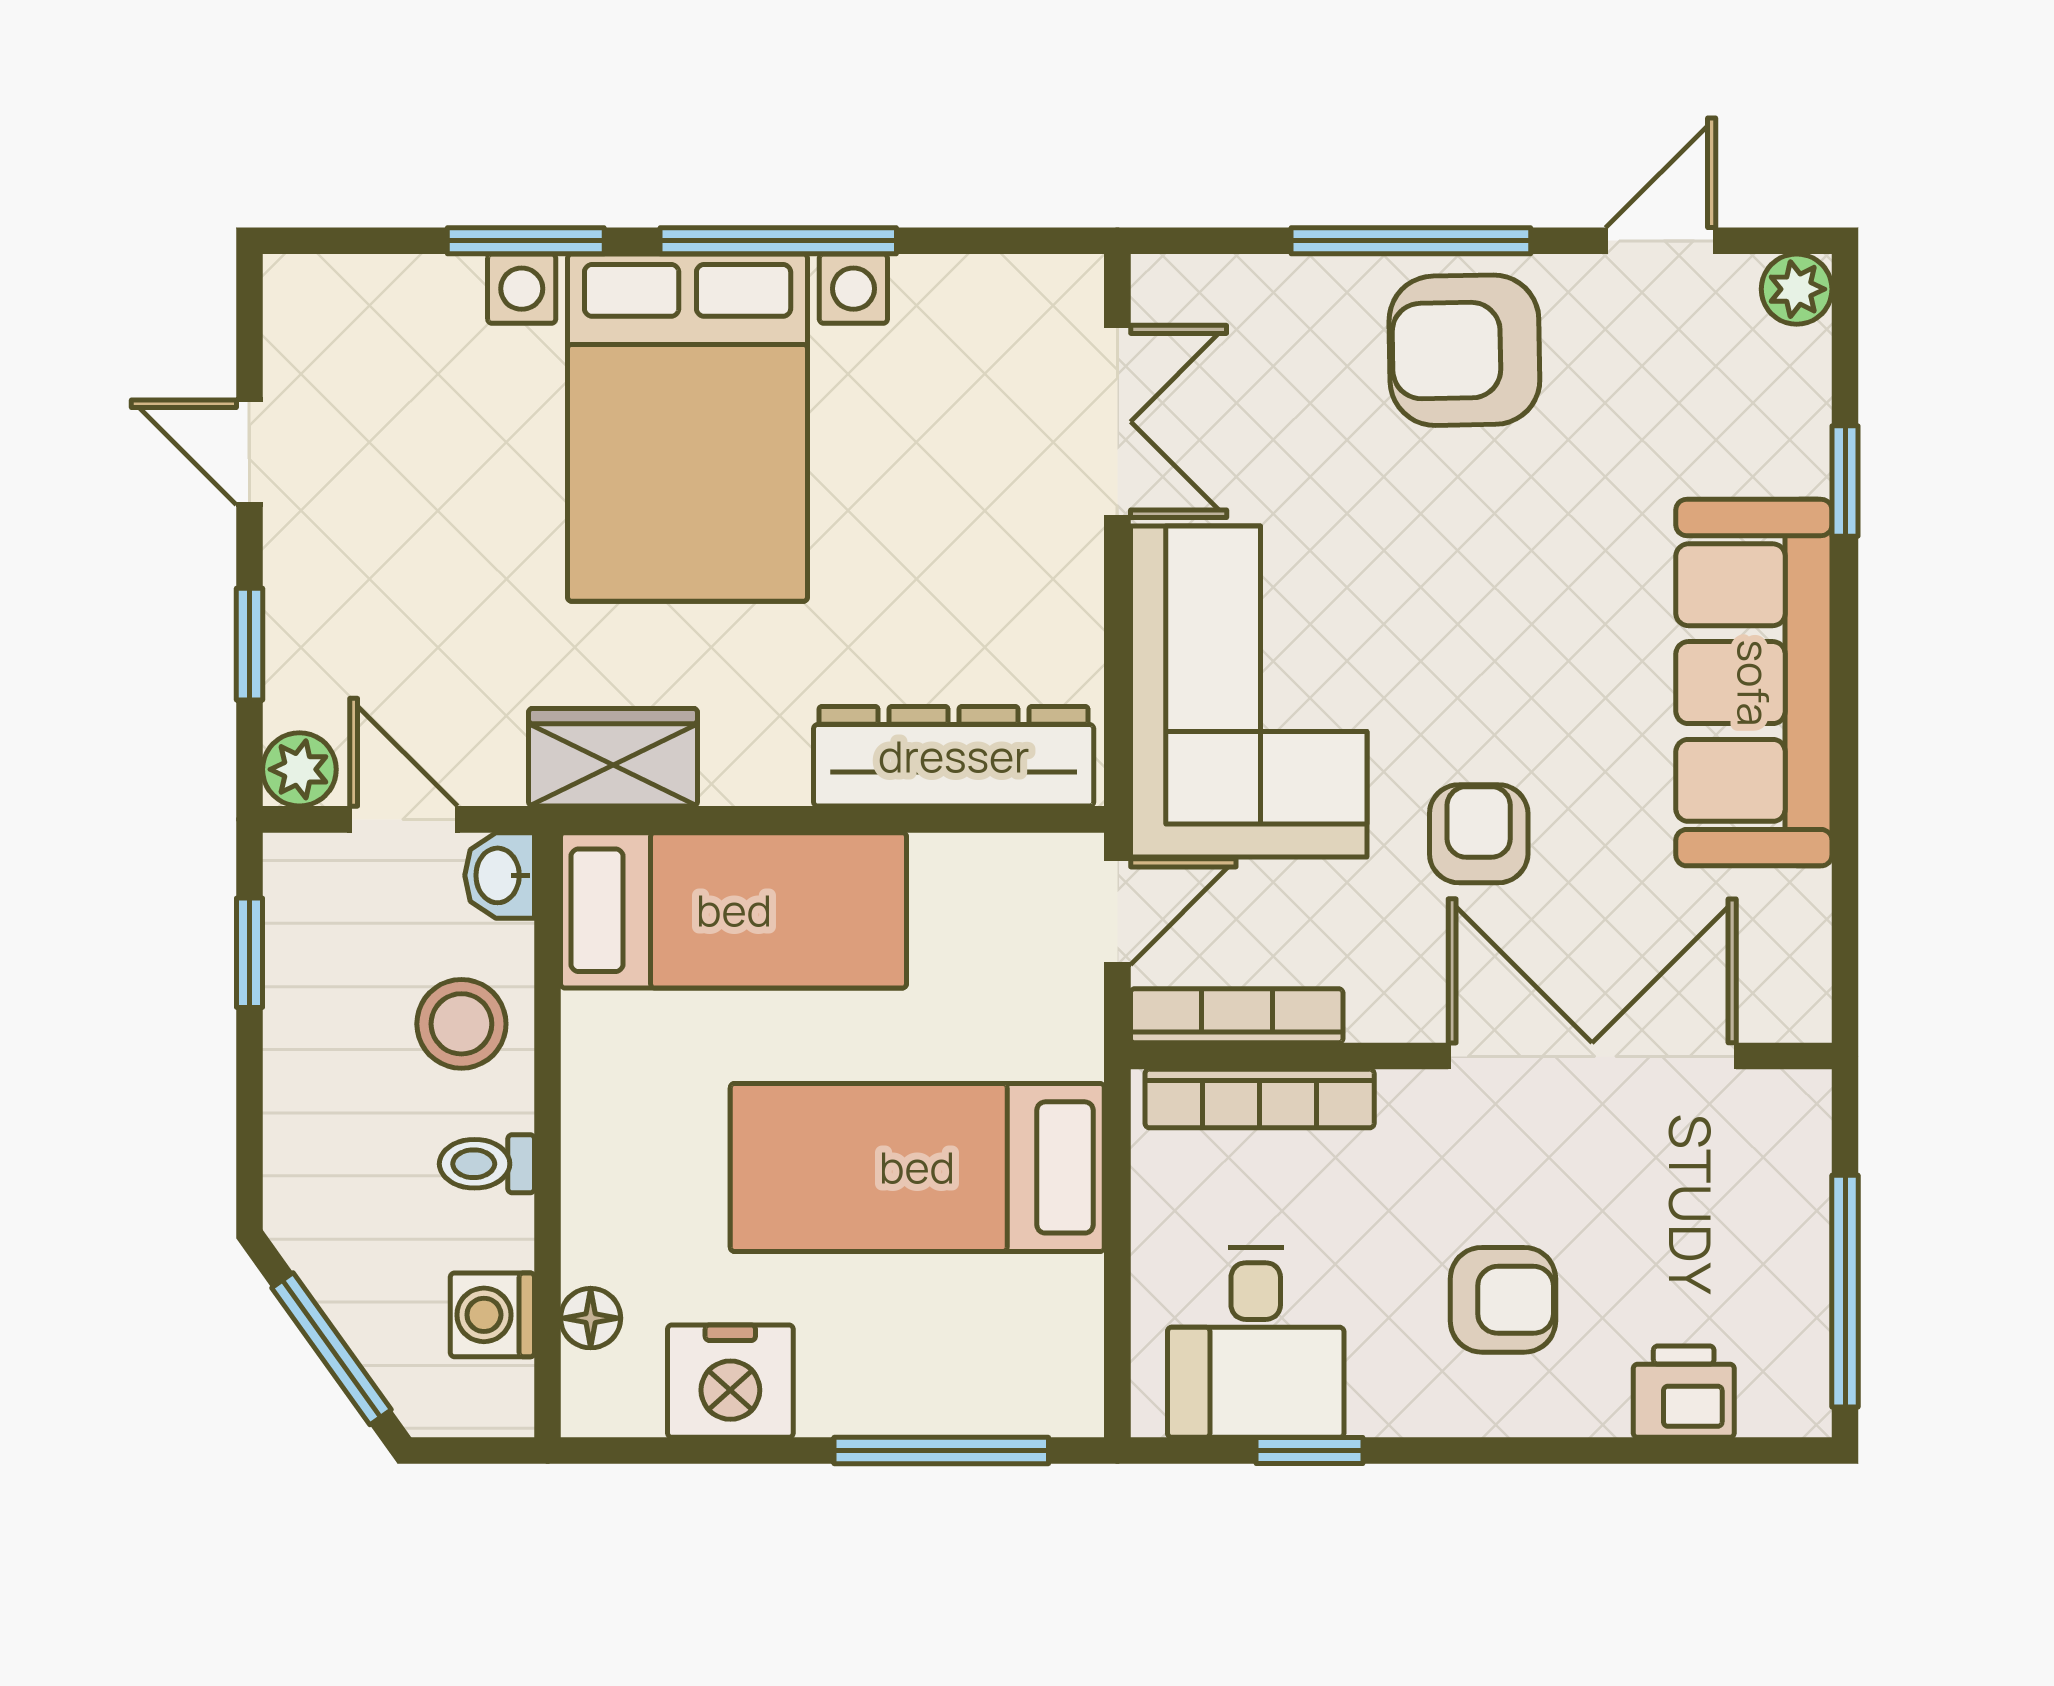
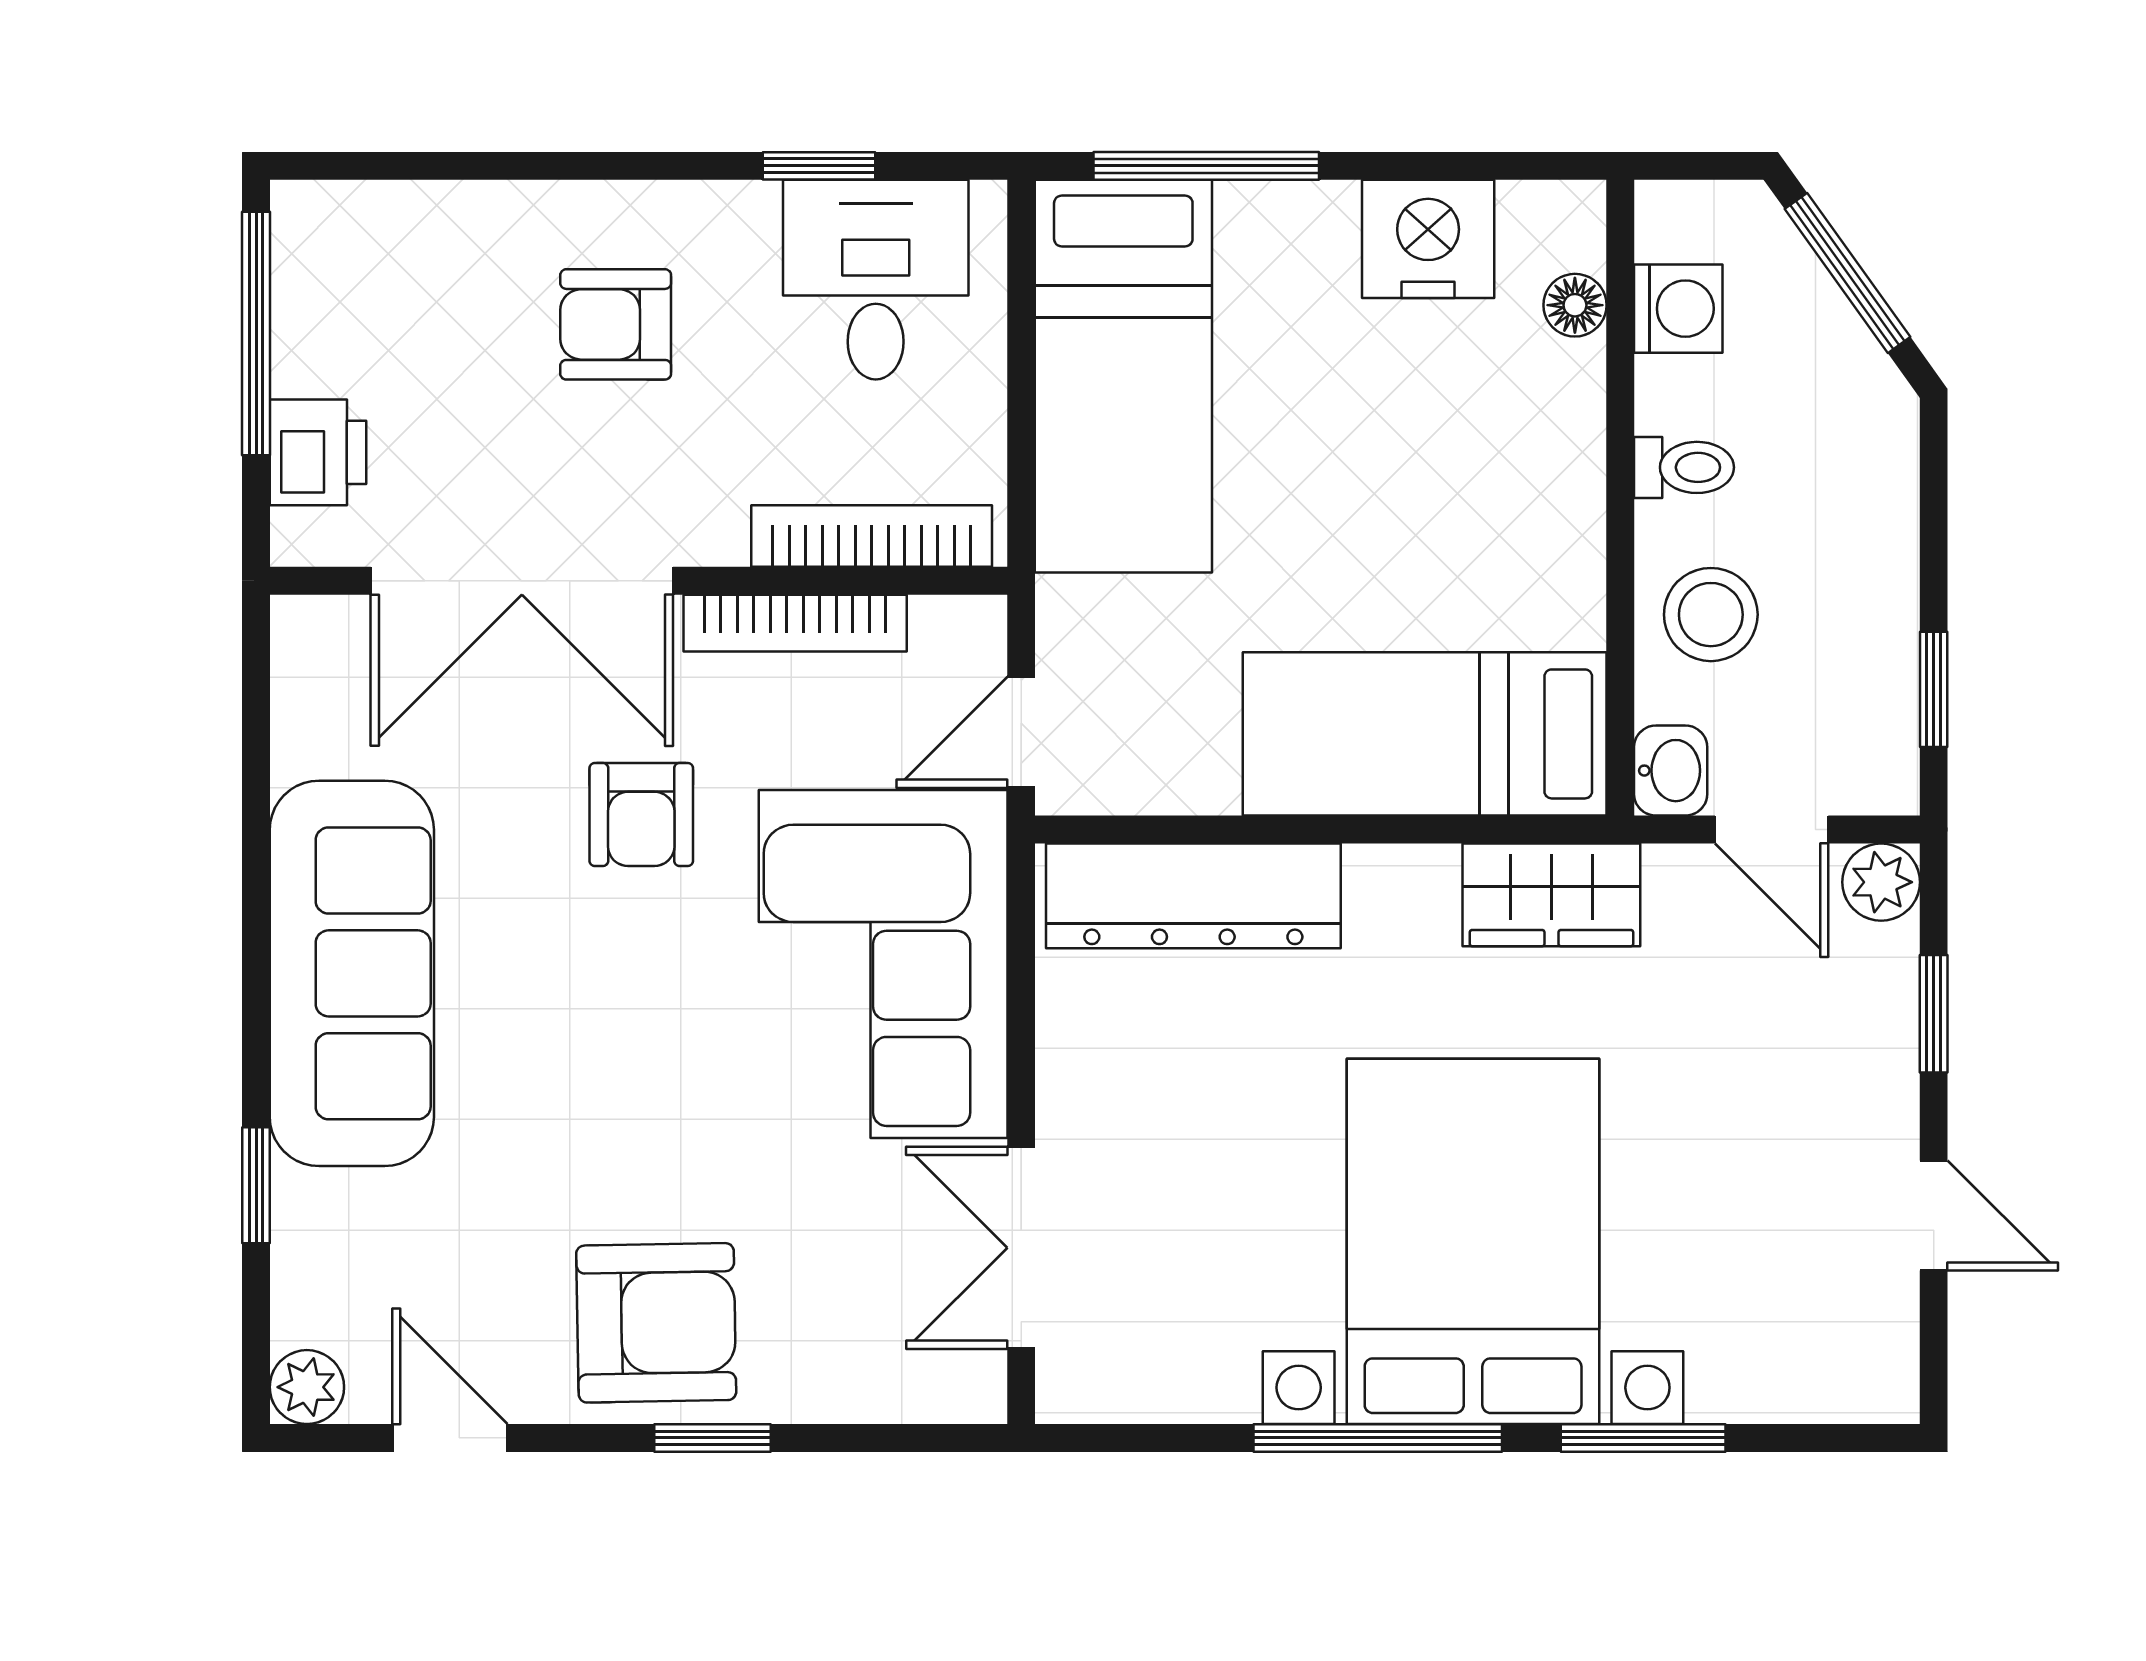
window: (1411, 241) -> (712, 1438), width x0.46
door: (1661, 241) -> (450, 1438), swing flipped
bookcase: (1237, 1016) -> (795, 623), moved
bed: (917, 1167) -> (1123, 376), moved, turned 90
printer: (1684, 1392) -> (318, 452), moved, turned -90

